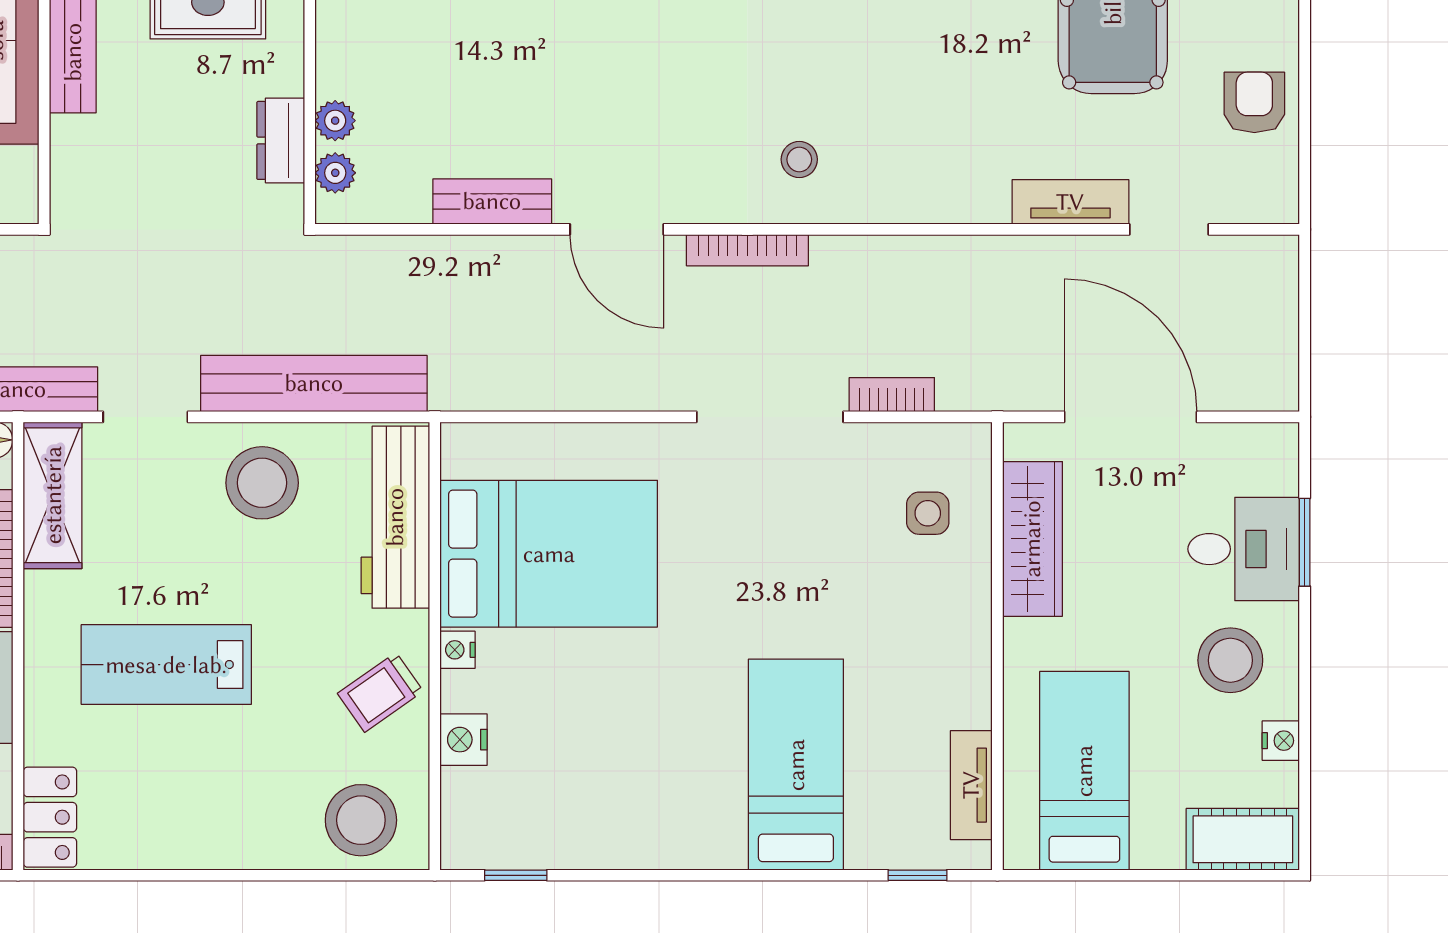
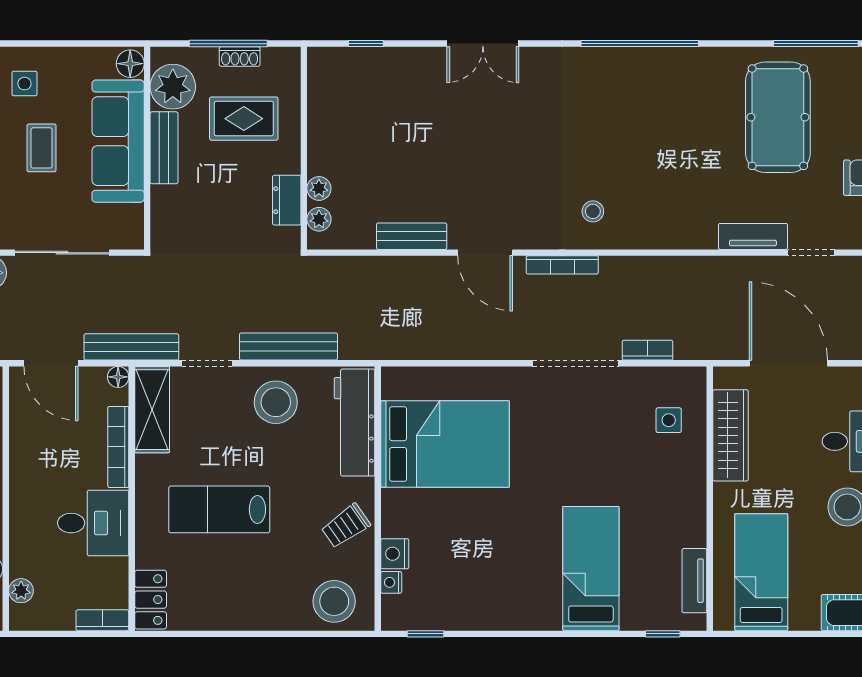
bench: (314, 383) -> (288, 347), width x0.73, depth x0.82
nightstand: (458, 650) -> (391, 582), moved

